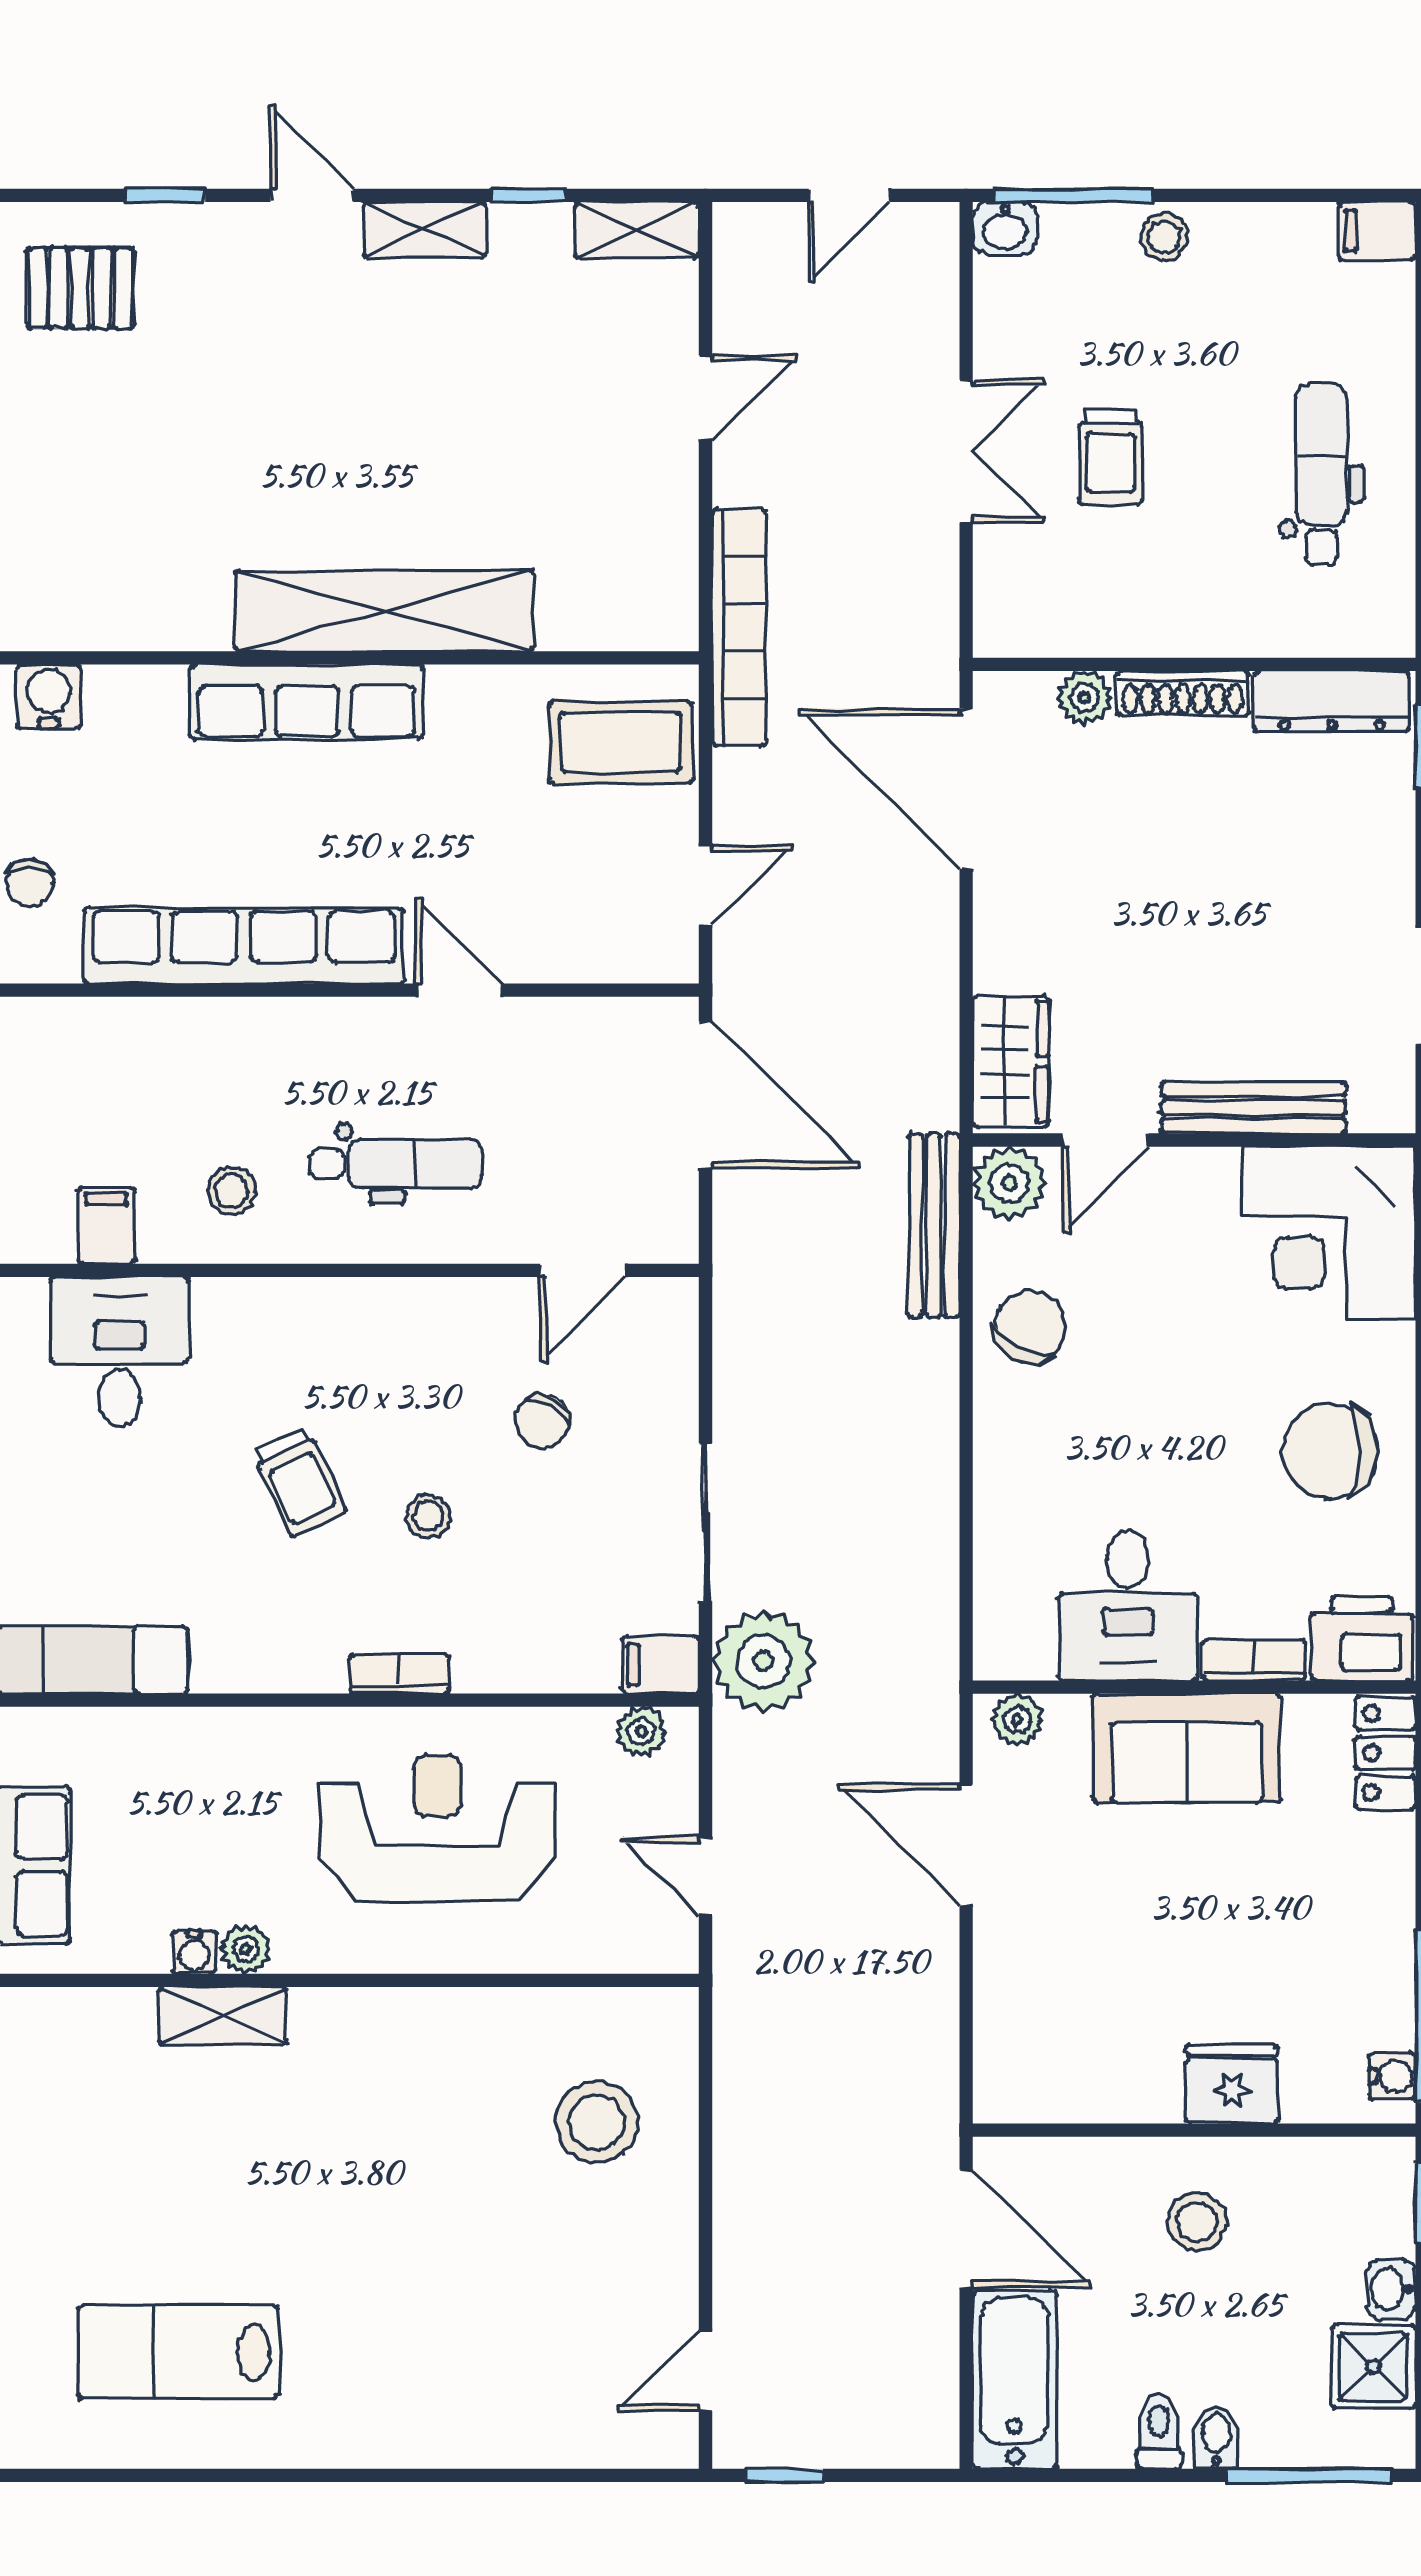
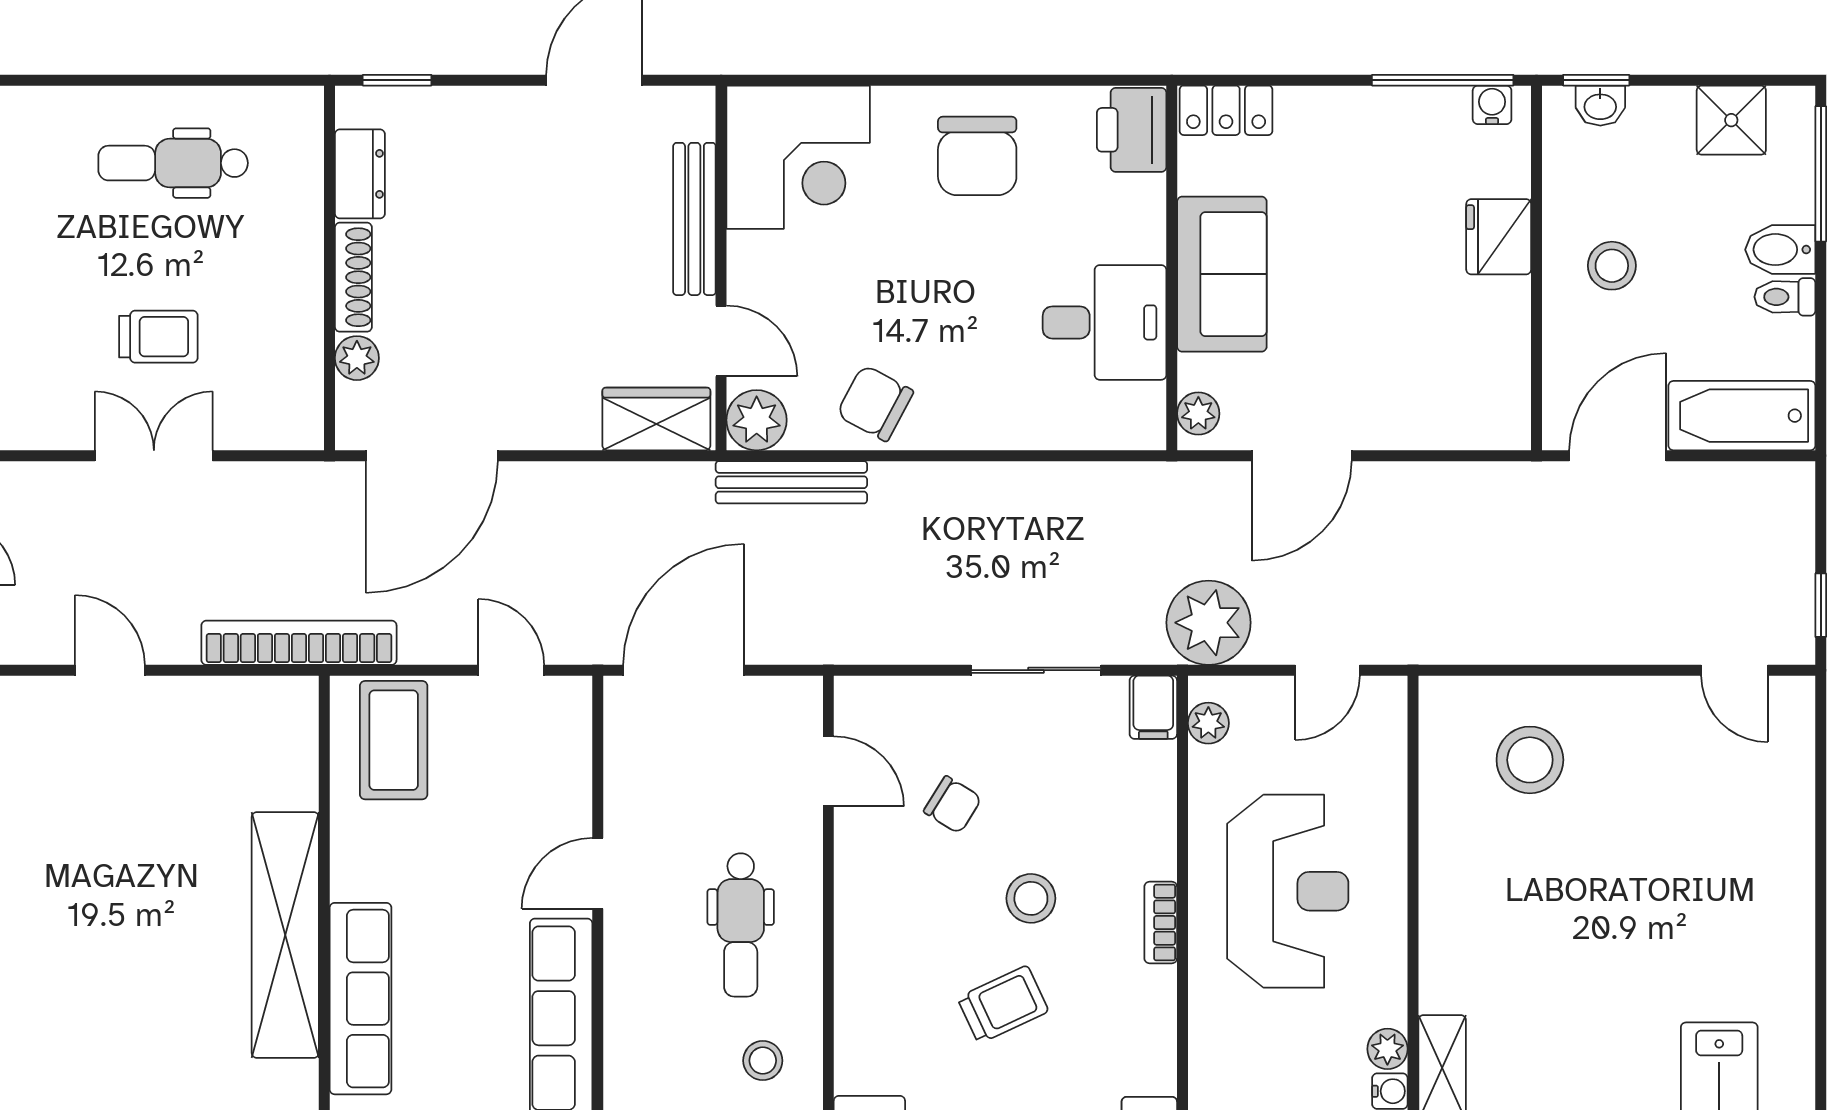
dresser: (1332, 701) -> (360, 174), width x0.70
dental chair: (396, 1164) -> (741, 925), turned 180
stool: (428, 1516) -> (1031, 898), width x1.37, depth x1.37
bookcase: (1254, 1660) -> (1149, 219), removed
plant: (763, 1661) -> (1209, 623), moved
reception desk: (437, 1828) -> (1288, 891), turned 180
washbasin: (1391, 2289) -> (1600, 106), moved
bidet: (1216, 2437) -> (1780, 250), width x1.38, depth x1.36

